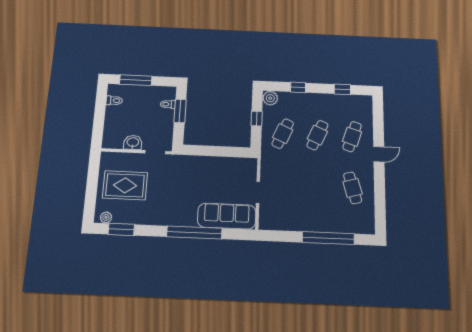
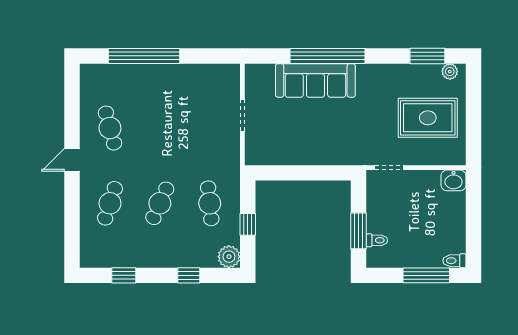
toilet: (114, 101) -> (454, 261), moved
cafe table: (283, 134) -> (210, 203), turned -30
washbasin: (133, 142) -> (454, 180), moved
door: (379, 154) -> (72, 160), moved
sofa: (227, 216) -> (315, 80), moved

